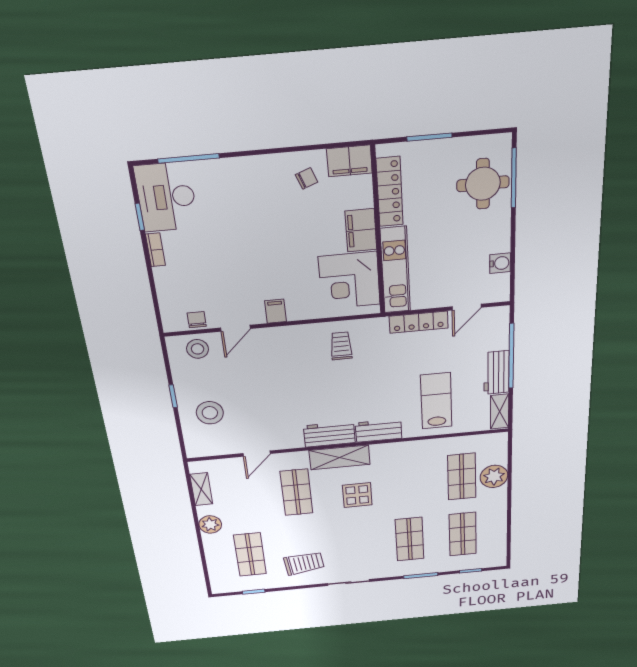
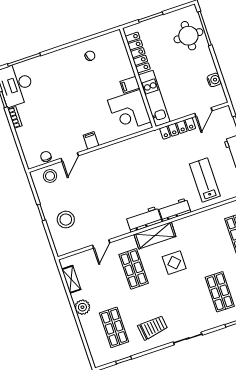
filing cabinet: (349, 161) -> (111, 40), removed
filing cabinet: (361, 230) -> (130, 85), width x0.50
trolley: (341, 346) -> (135, 155), removed

